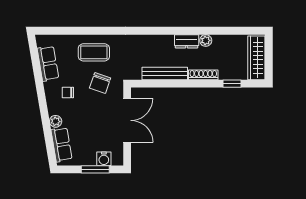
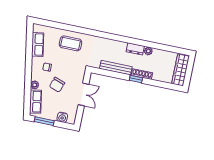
chair: (100, 83) -> (57, 85), moved
window: (232, 84) -> (136, 79), moved
double door: (127, 120) -> (83, 94), width x0.73
window: (95, 169) -> (44, 121), moved

